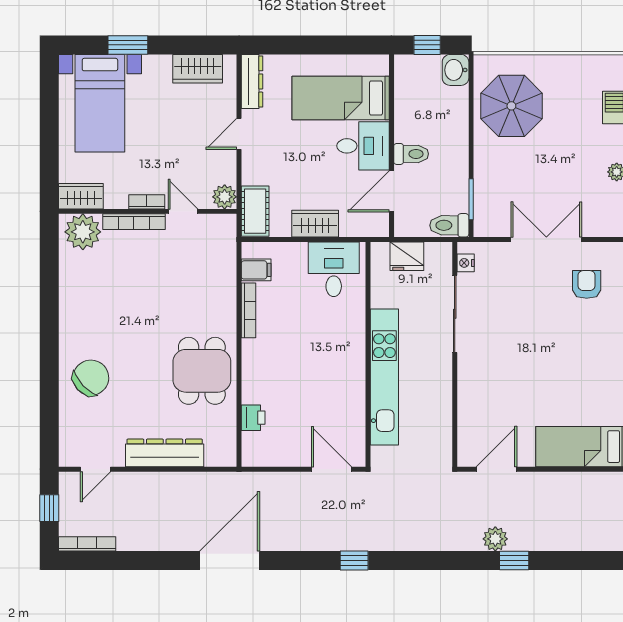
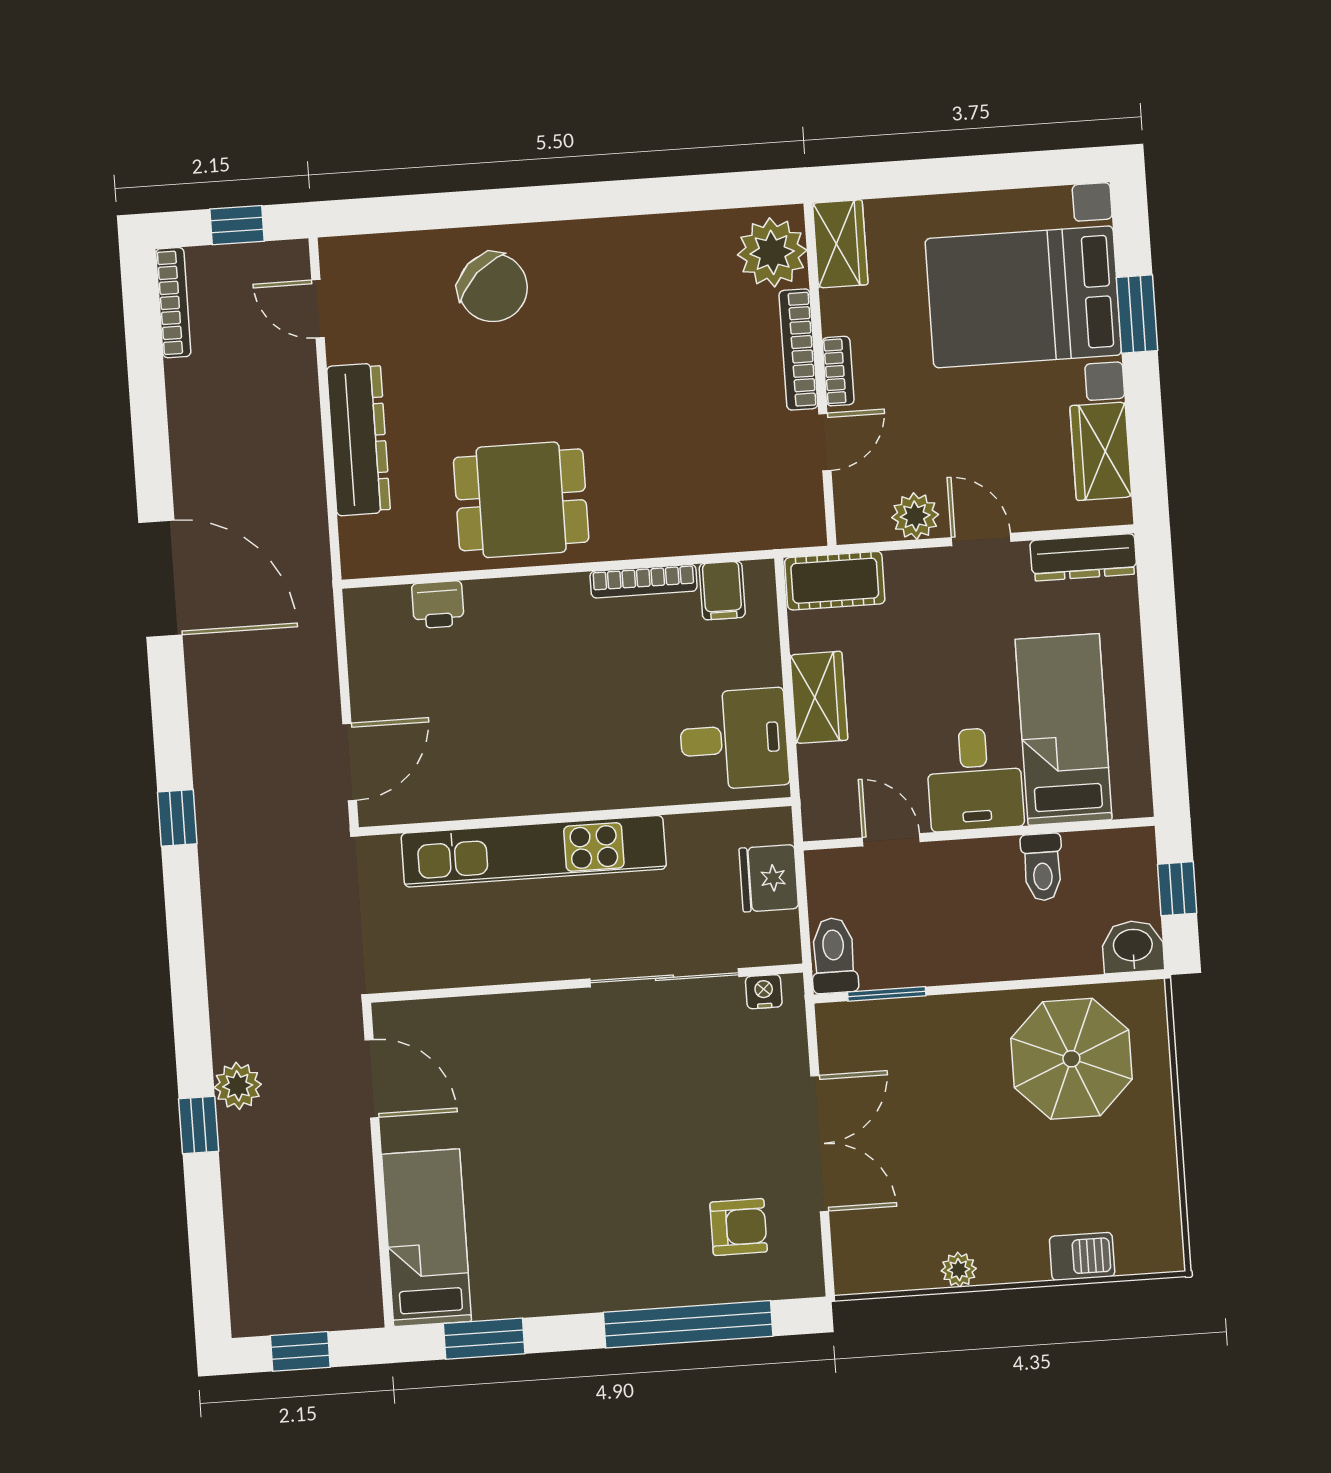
bed with nightstands: (100, 103) -> (1023, 297), width x1.36
toilet: (411, 154) -> (1042, 867), moved
door: (391, 191) -> (891, 840), width x0.73
plant: (225, 197) -> (915, 516), moved

